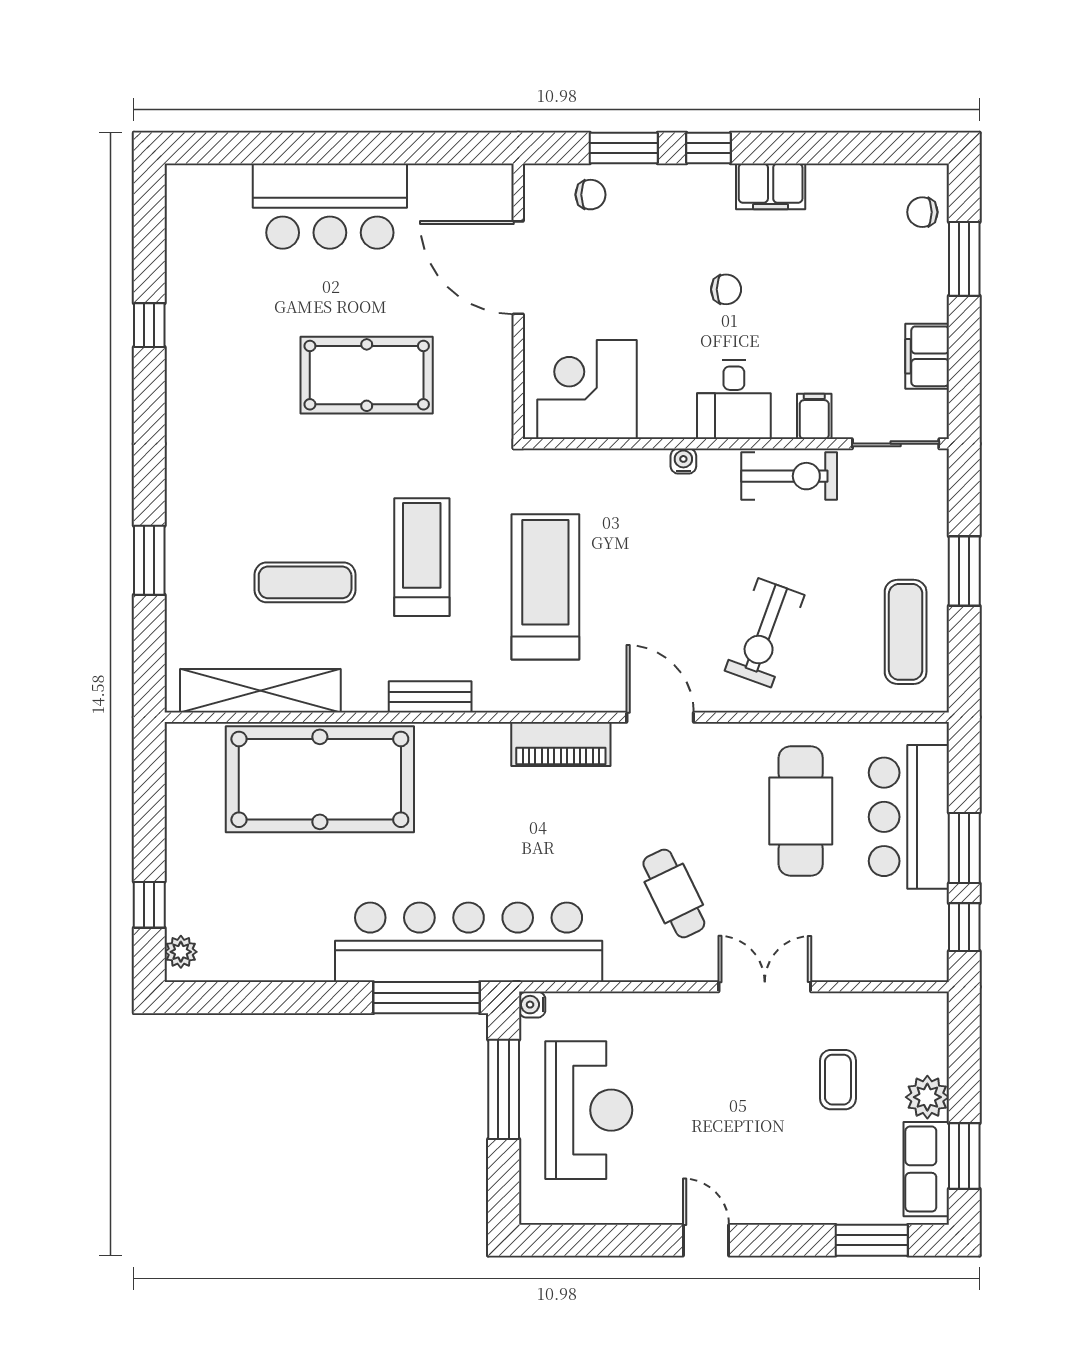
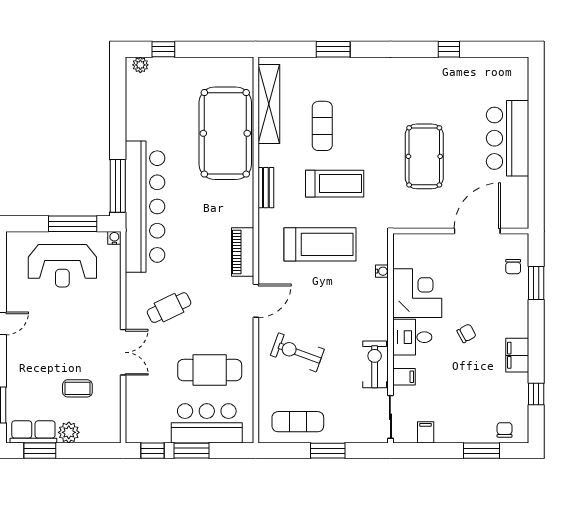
window: (708, 148) -> (536, 394), moved
chair: (726, 289) -> (466, 333), turned -119
filing cabinet: (927, 356) -> (426, 432), width x0.50
corner desk: (587, 390) -> (417, 293), moved
water cooler: (683, 461) -> (382, 271), moved
exercise bike: (789, 476) -> (375, 364), turned 180

